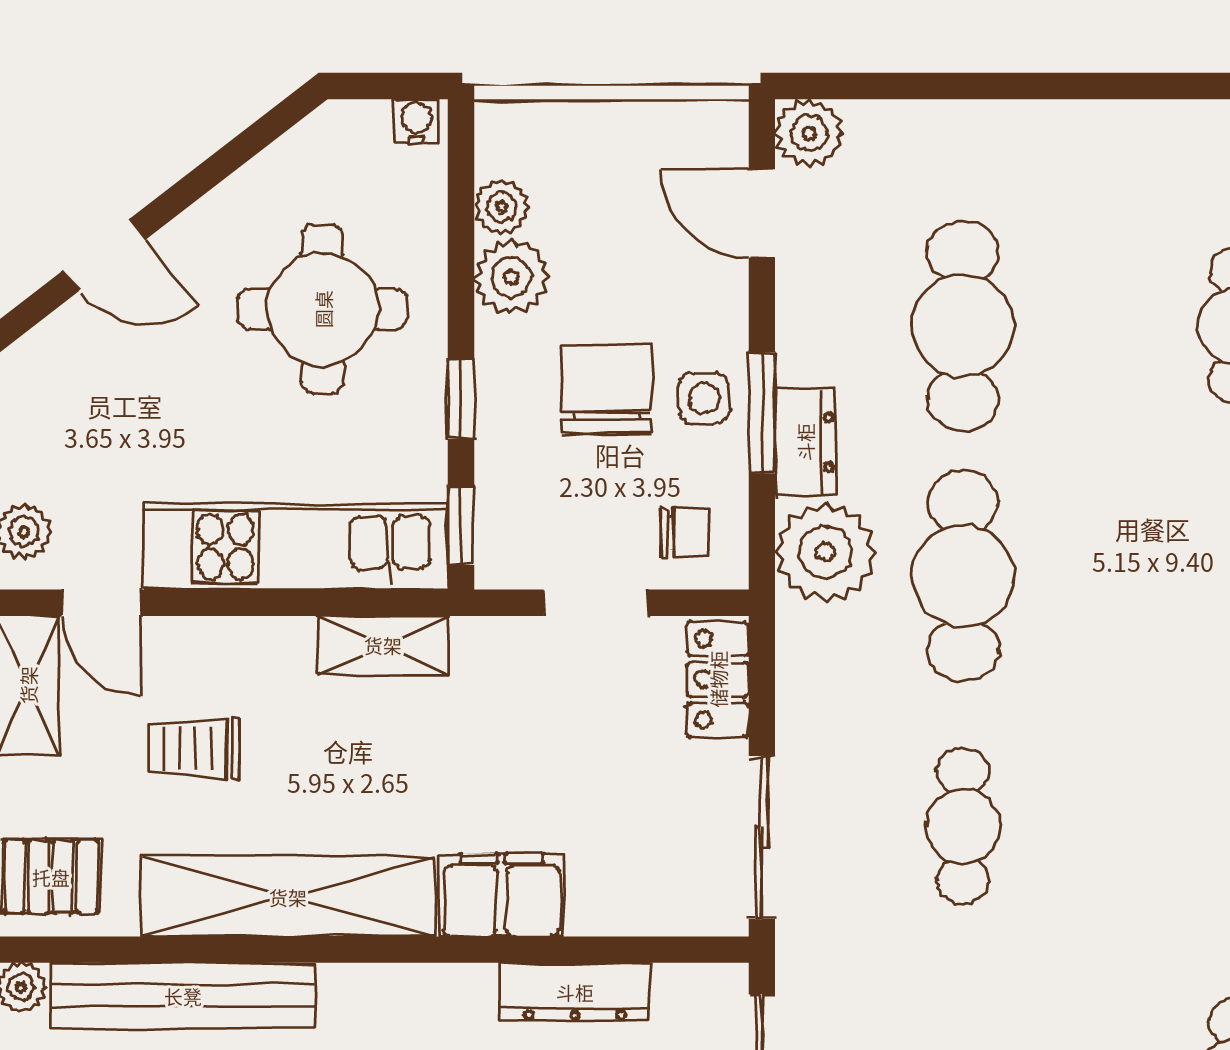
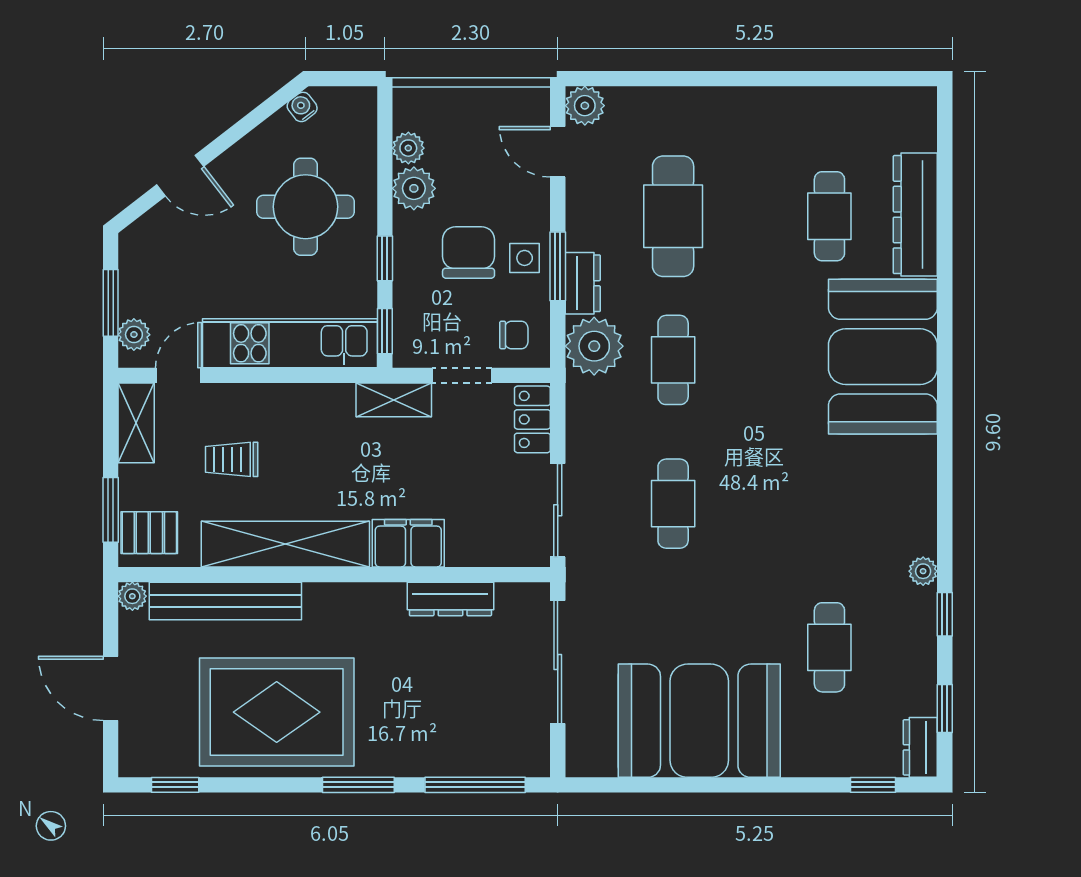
water cooler: (416, 121) -> (302, 107), moved, turned -38
cafe table: (963, 576) -> (673, 360), width x0.73, depth x0.74
door: (101, 603) -> (178, 375), swing flipped
shelving: (383, 645) -> (394, 400), moved

